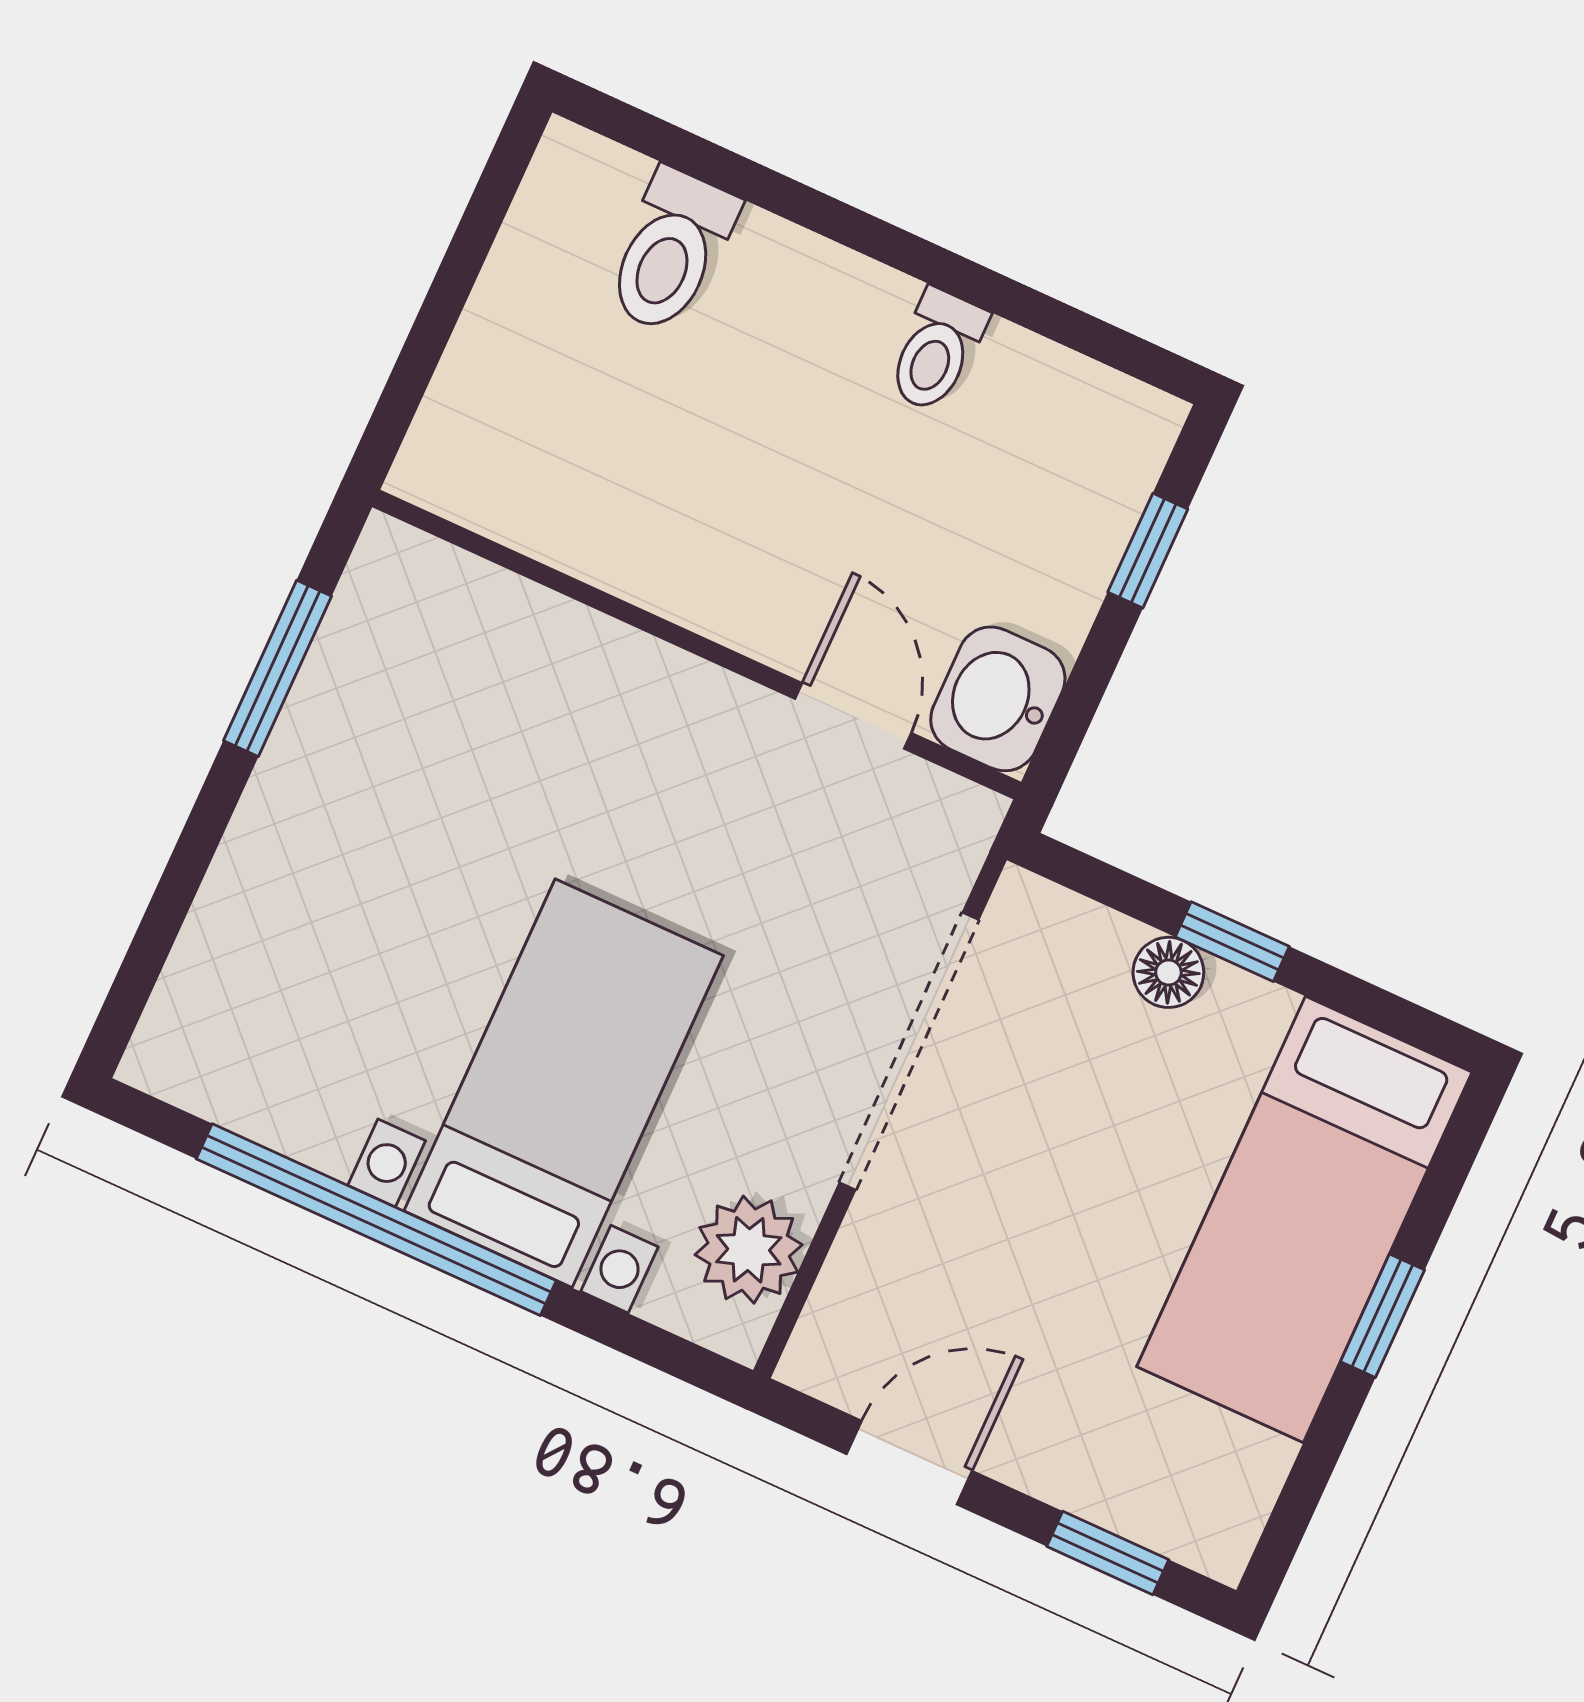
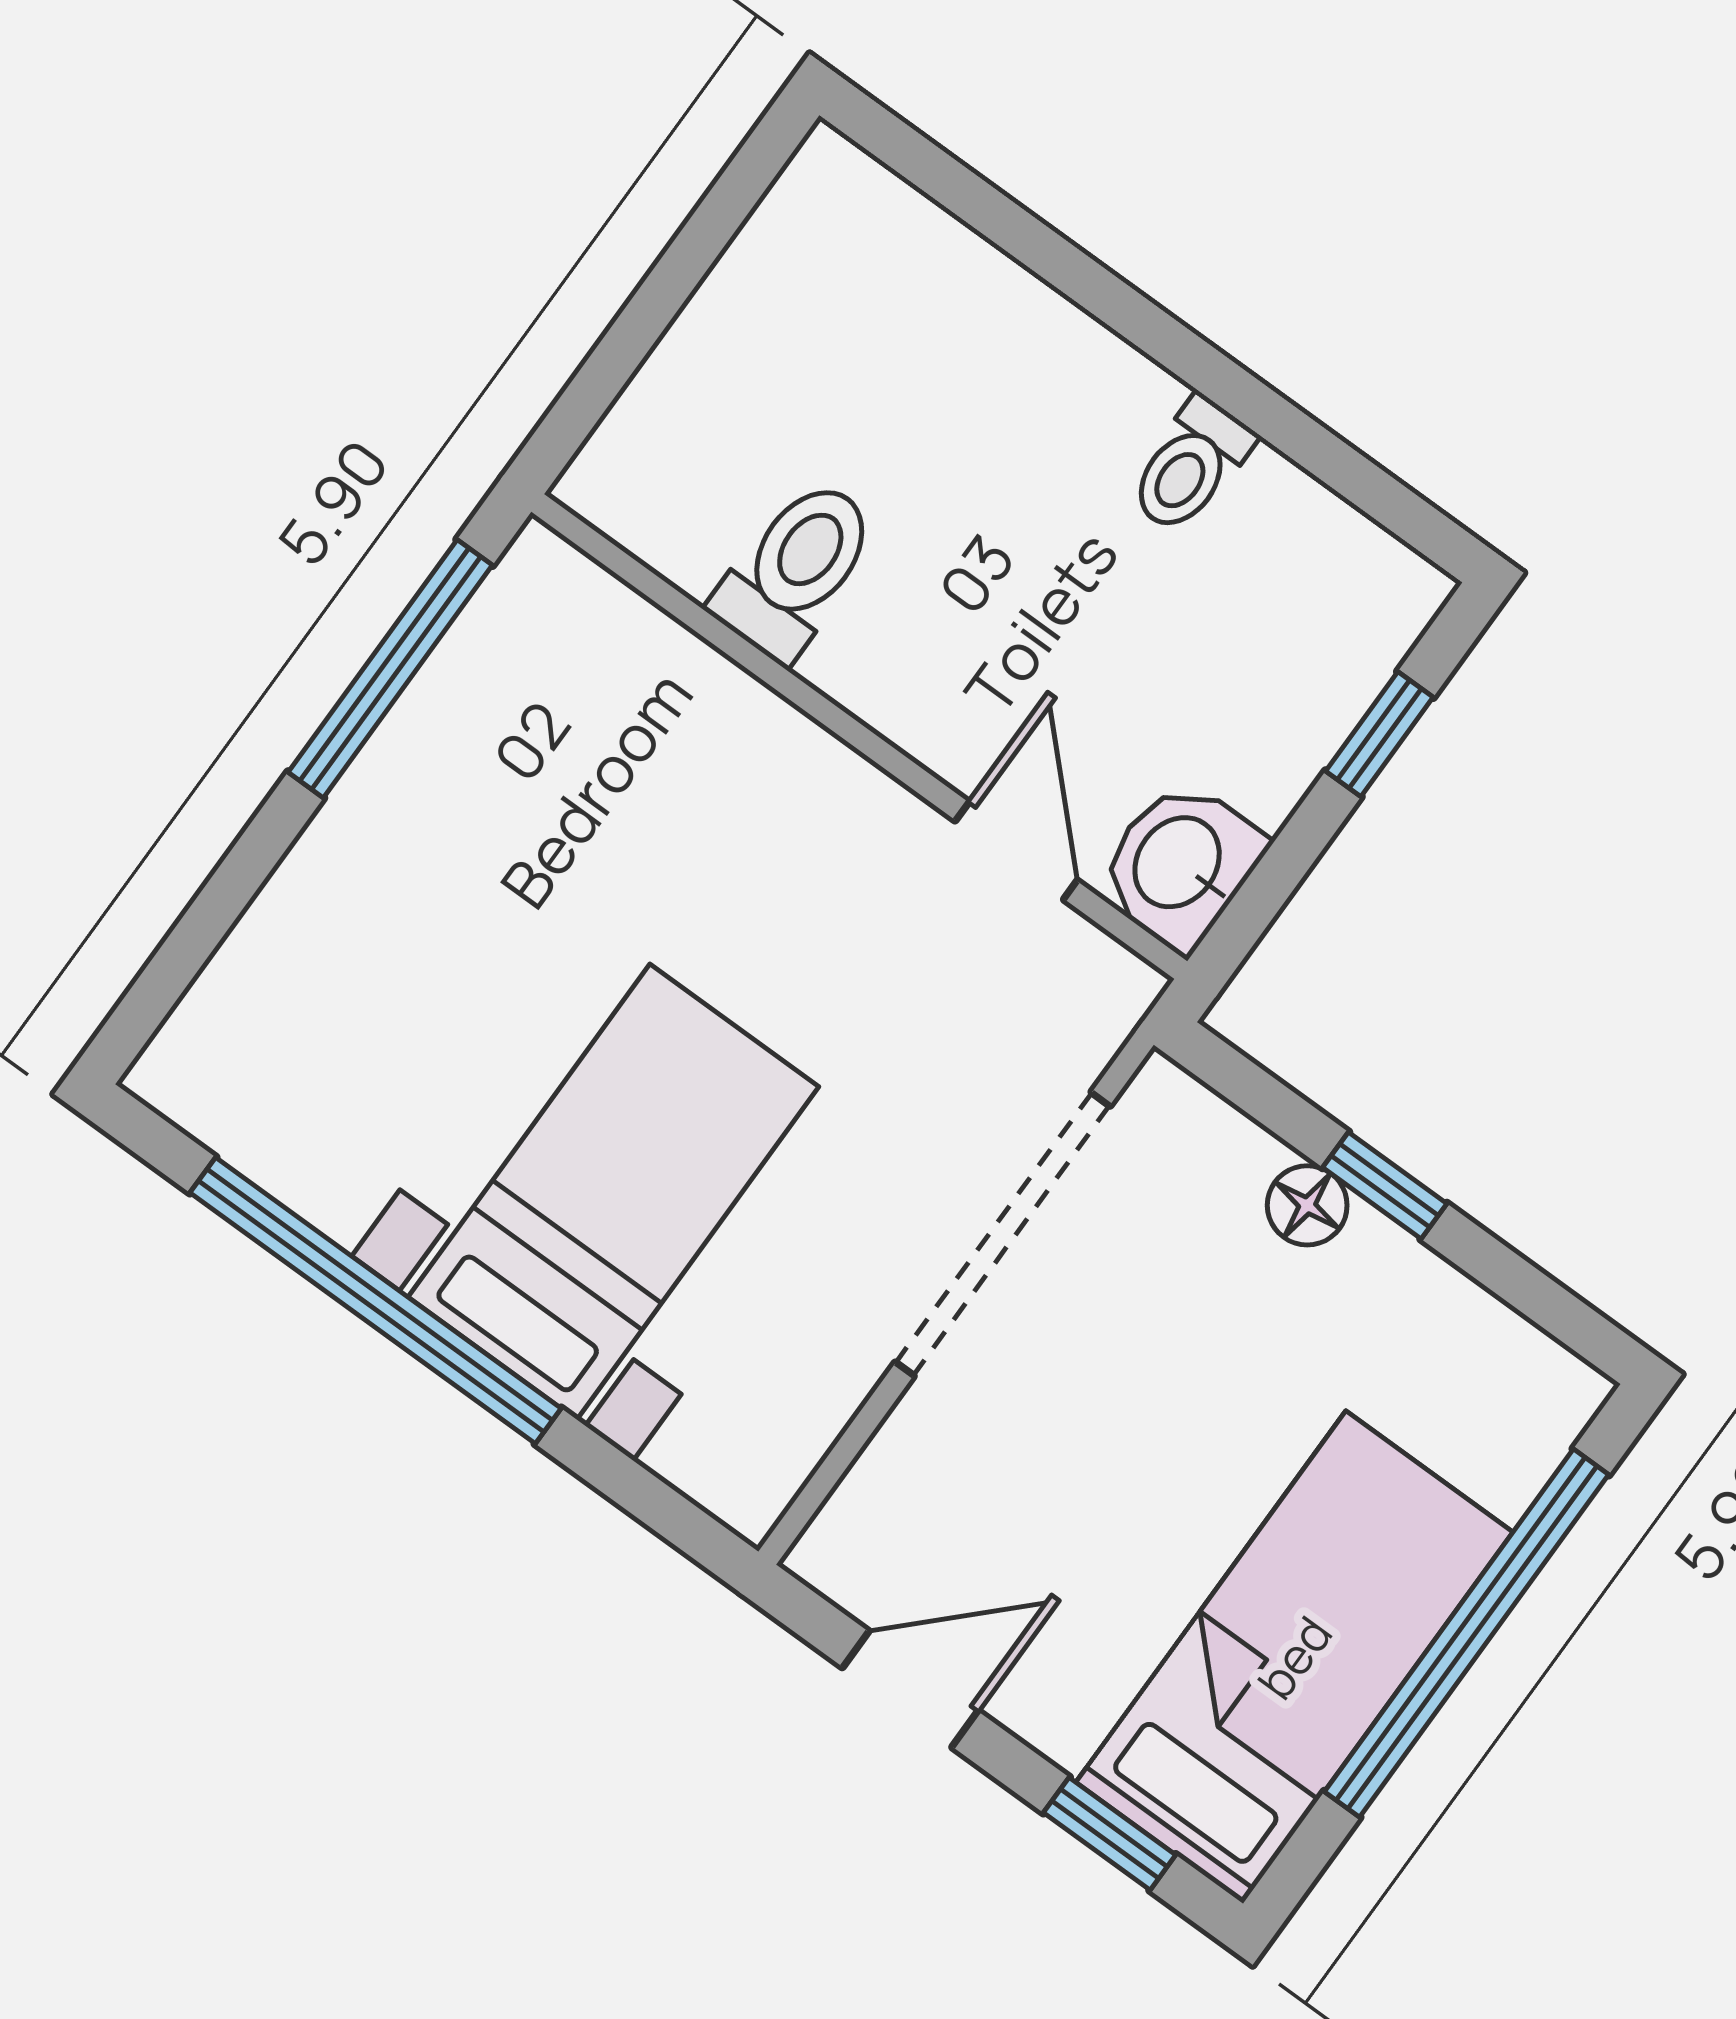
toilet: (671, 251) -> (796, 569), moved, turned 180
window: (277, 668) -> (390, 669), width x1.44
bed: (1304, 1219) -> (1294, 1657), moved, turned 180
plant: (749, 1250) -> (781, 1418), removed
window: (1382, 1316) -> (1467, 1633), width x3.17

